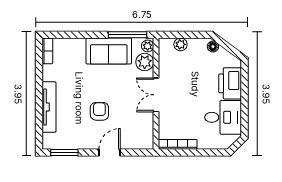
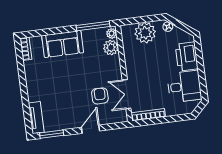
plant: (180, 44) -> (145, 33), width x1.88, depth x1.88
sofa: (109, 51) -> (63, 44), moved
double door: (156, 95) -> (127, 94), moved
tv unit: (49, 107) -> (36, 118), moved, width x0.71
armchair: (99, 111) -> (100, 96), moved

